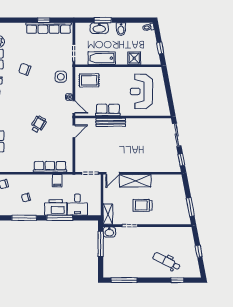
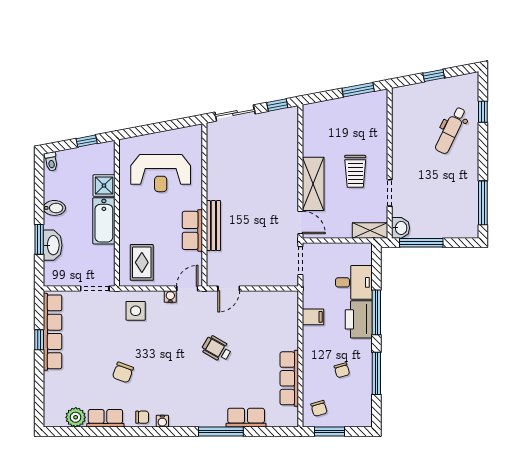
bathtub: (102, 58) -> (104, 221), moved
door: (74, 131) -> (229, 289), swing flipped
row of seats: (50, 167) -> (289, 378), moved

